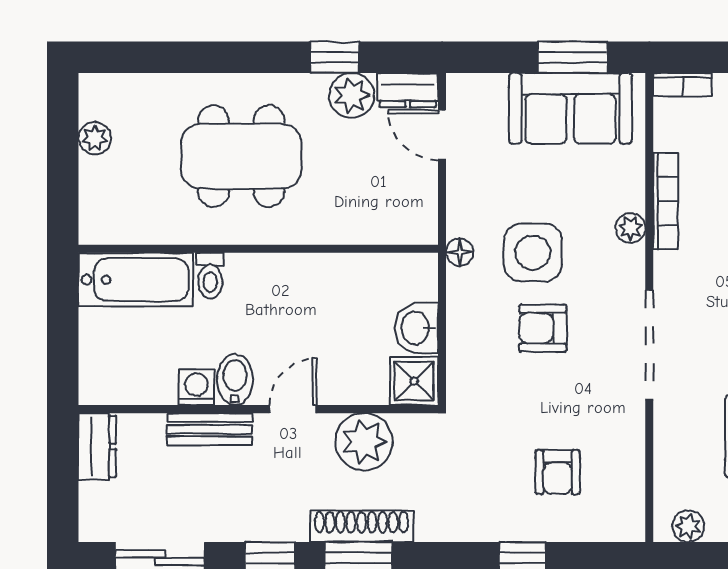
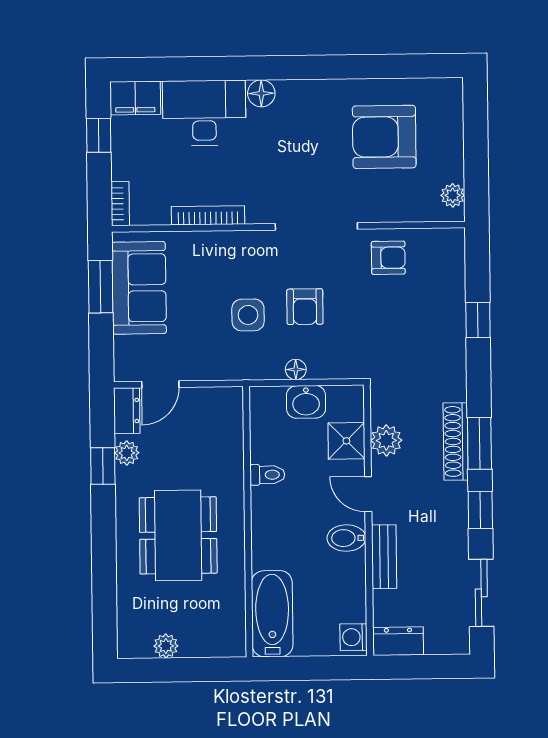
plant: (352, 95) -> (127, 453), width x0.73, depth x0.73
plant: (630, 228) -> (229, 242), removed
floor lamp: (460, 252) -> (296, 369), moved
side table: (533, 253) -> (248, 315), width x0.73, depth x0.73
toilet: (210, 276) -> (267, 475), moved
shower: (414, 381) -> (346, 441), moved
washing machine: (196, 387) -> (354, 637), moved
plant: (364, 442) -> (386, 440), width x0.73, depth x0.73
armchair: (558, 472) -> (388, 258), moved

